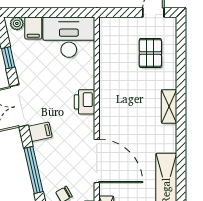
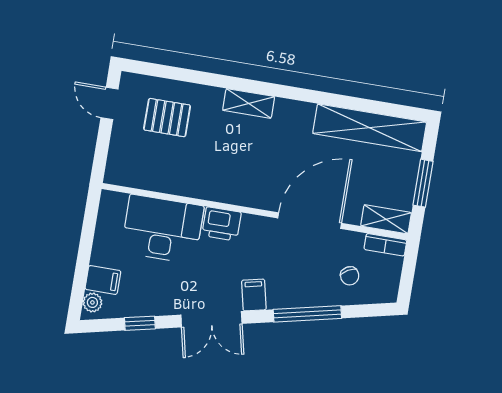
desk: (69, 37) -> (162, 229), moved, turned 90

